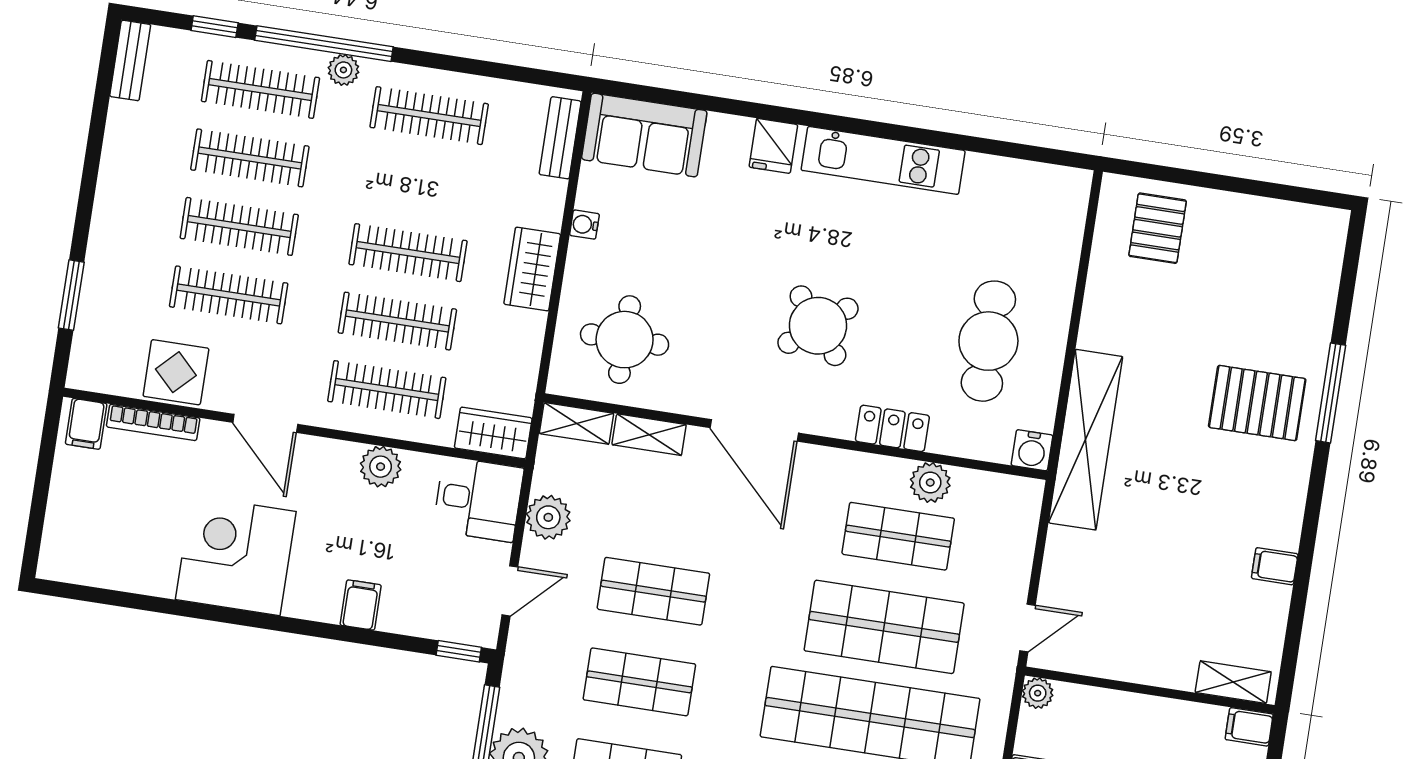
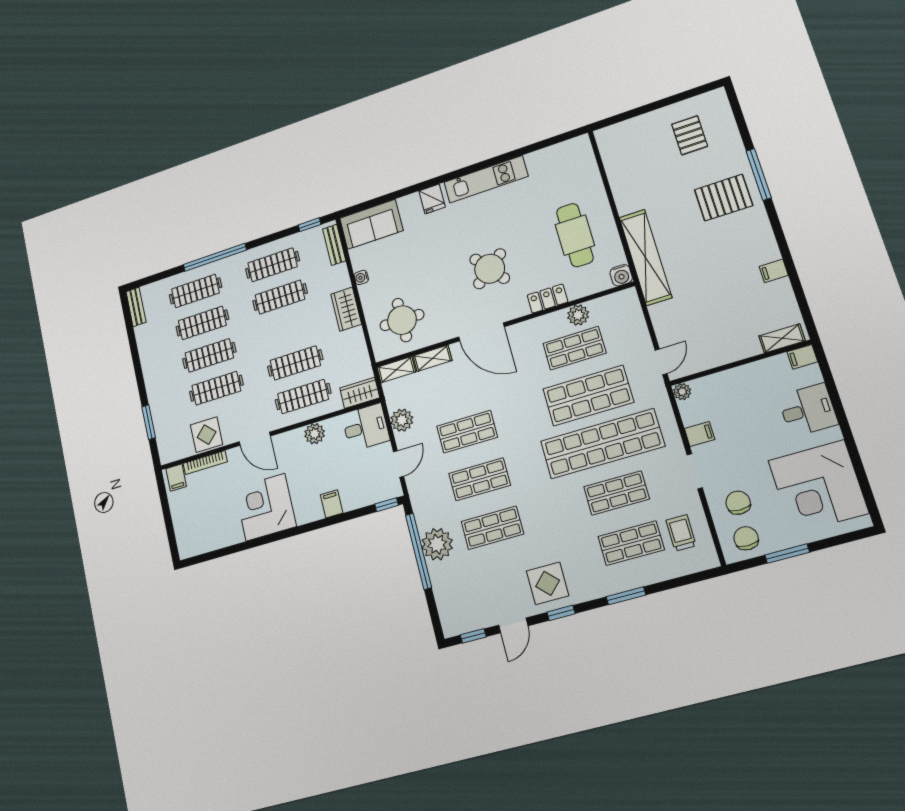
window: (215, 27) -> (310, 225), moved
plant: (343, 70) -> (228, 264), removed
pallet: (1158, 228) -> (690, 135), moved
clothes rail: (408, 253) -> (280, 297), moved

